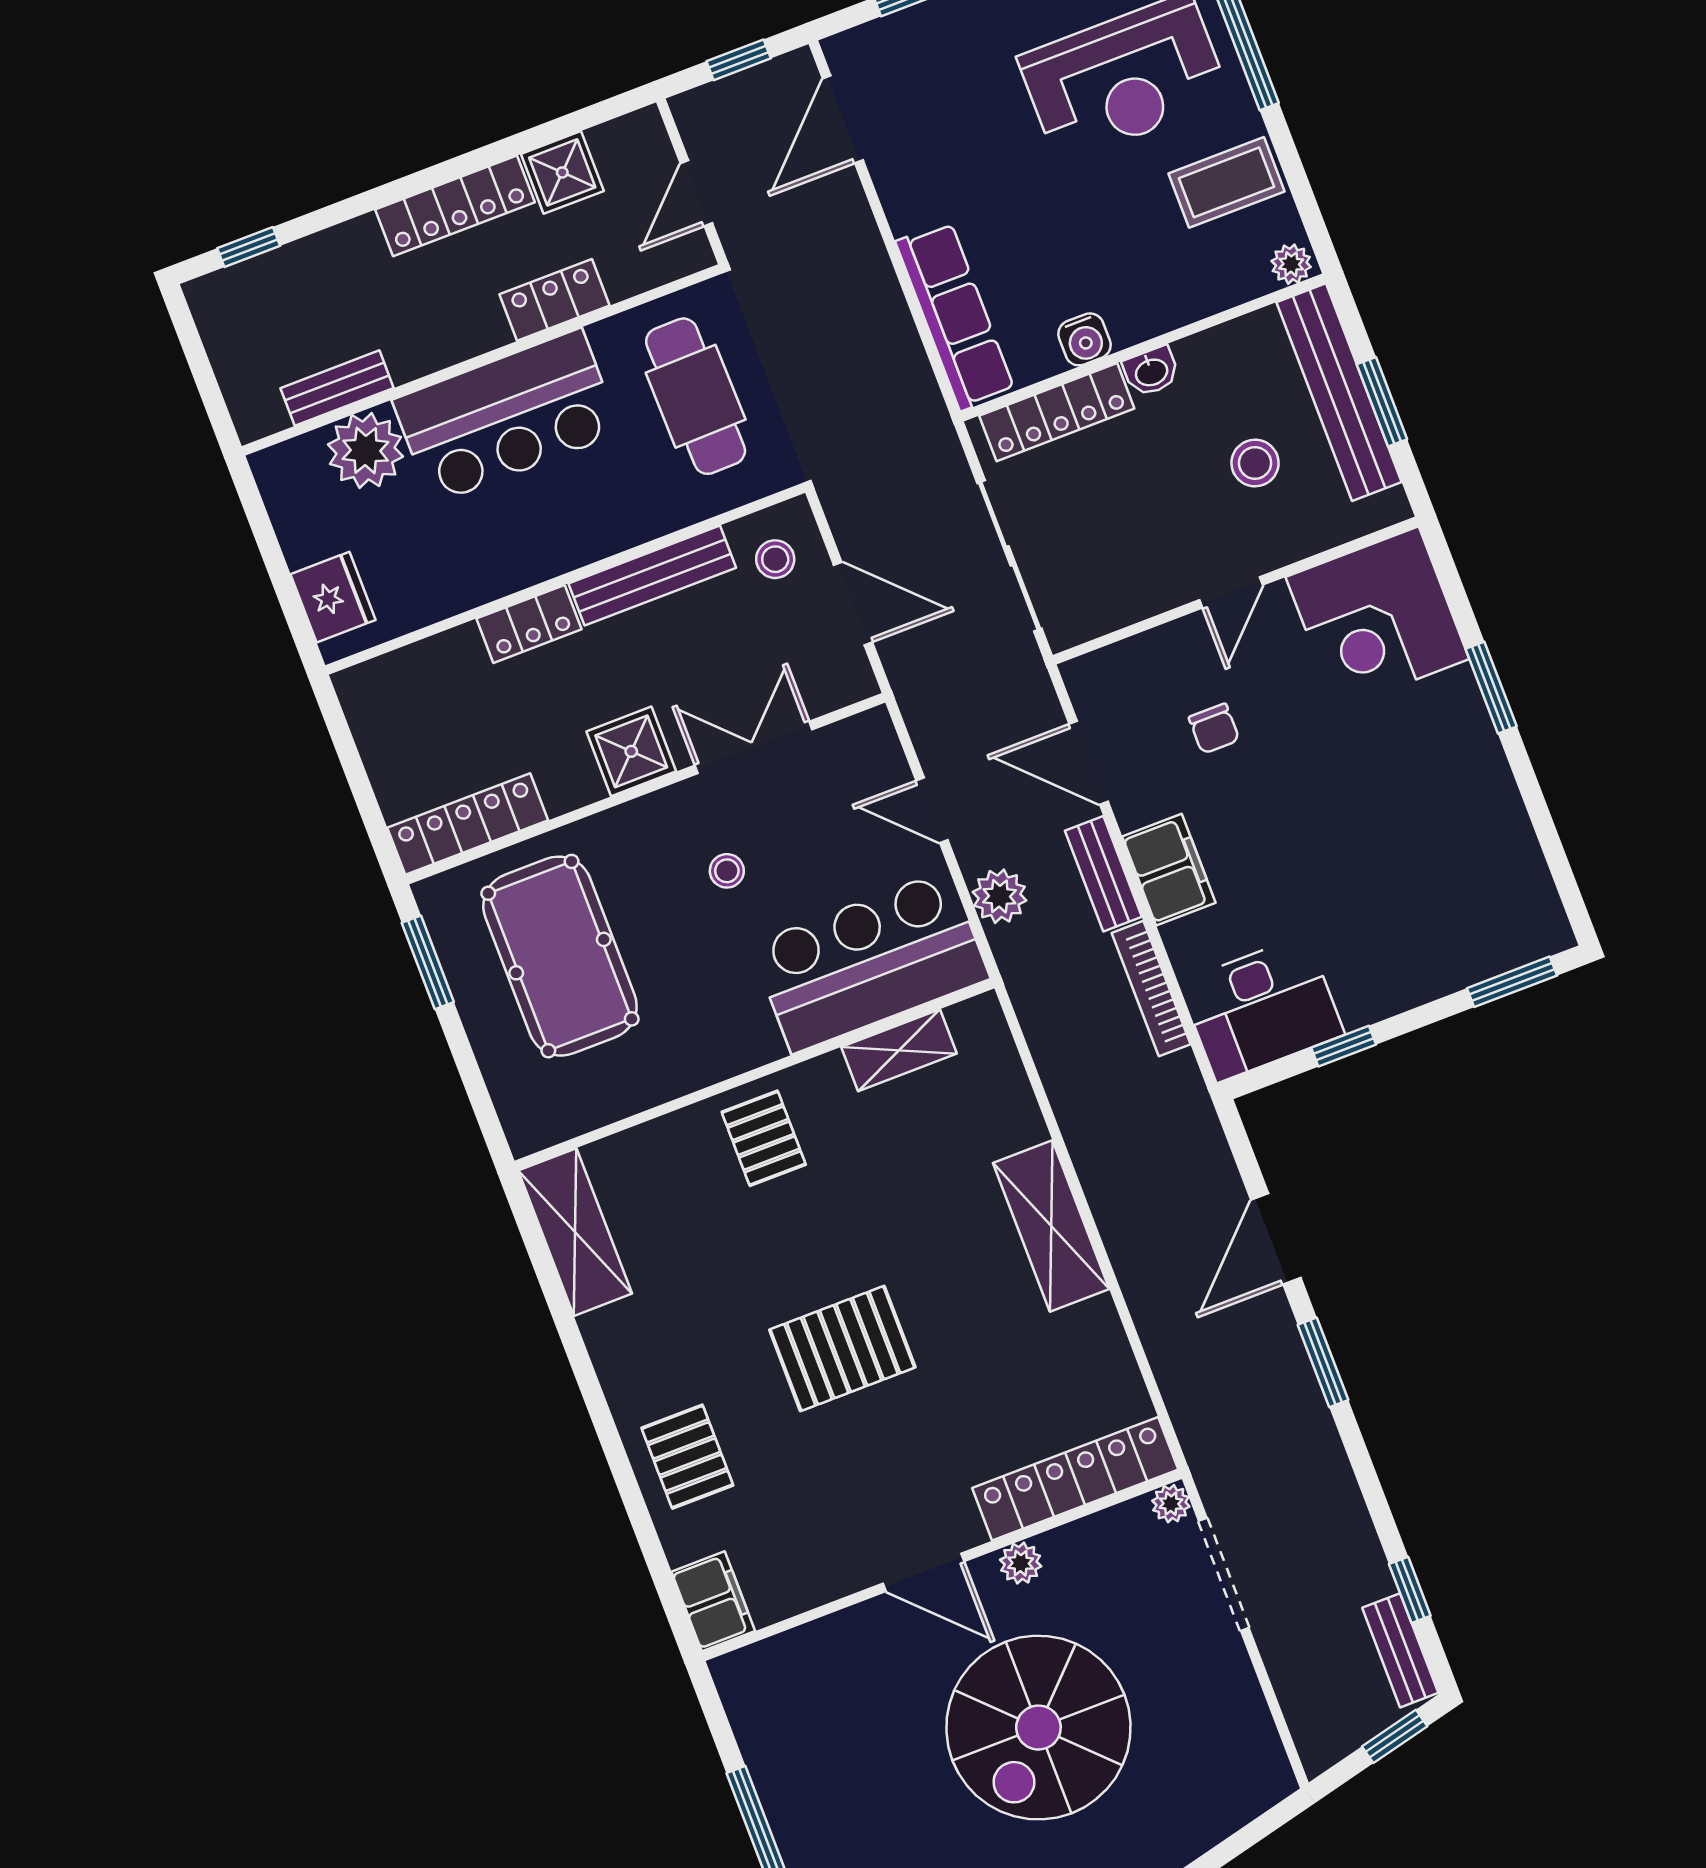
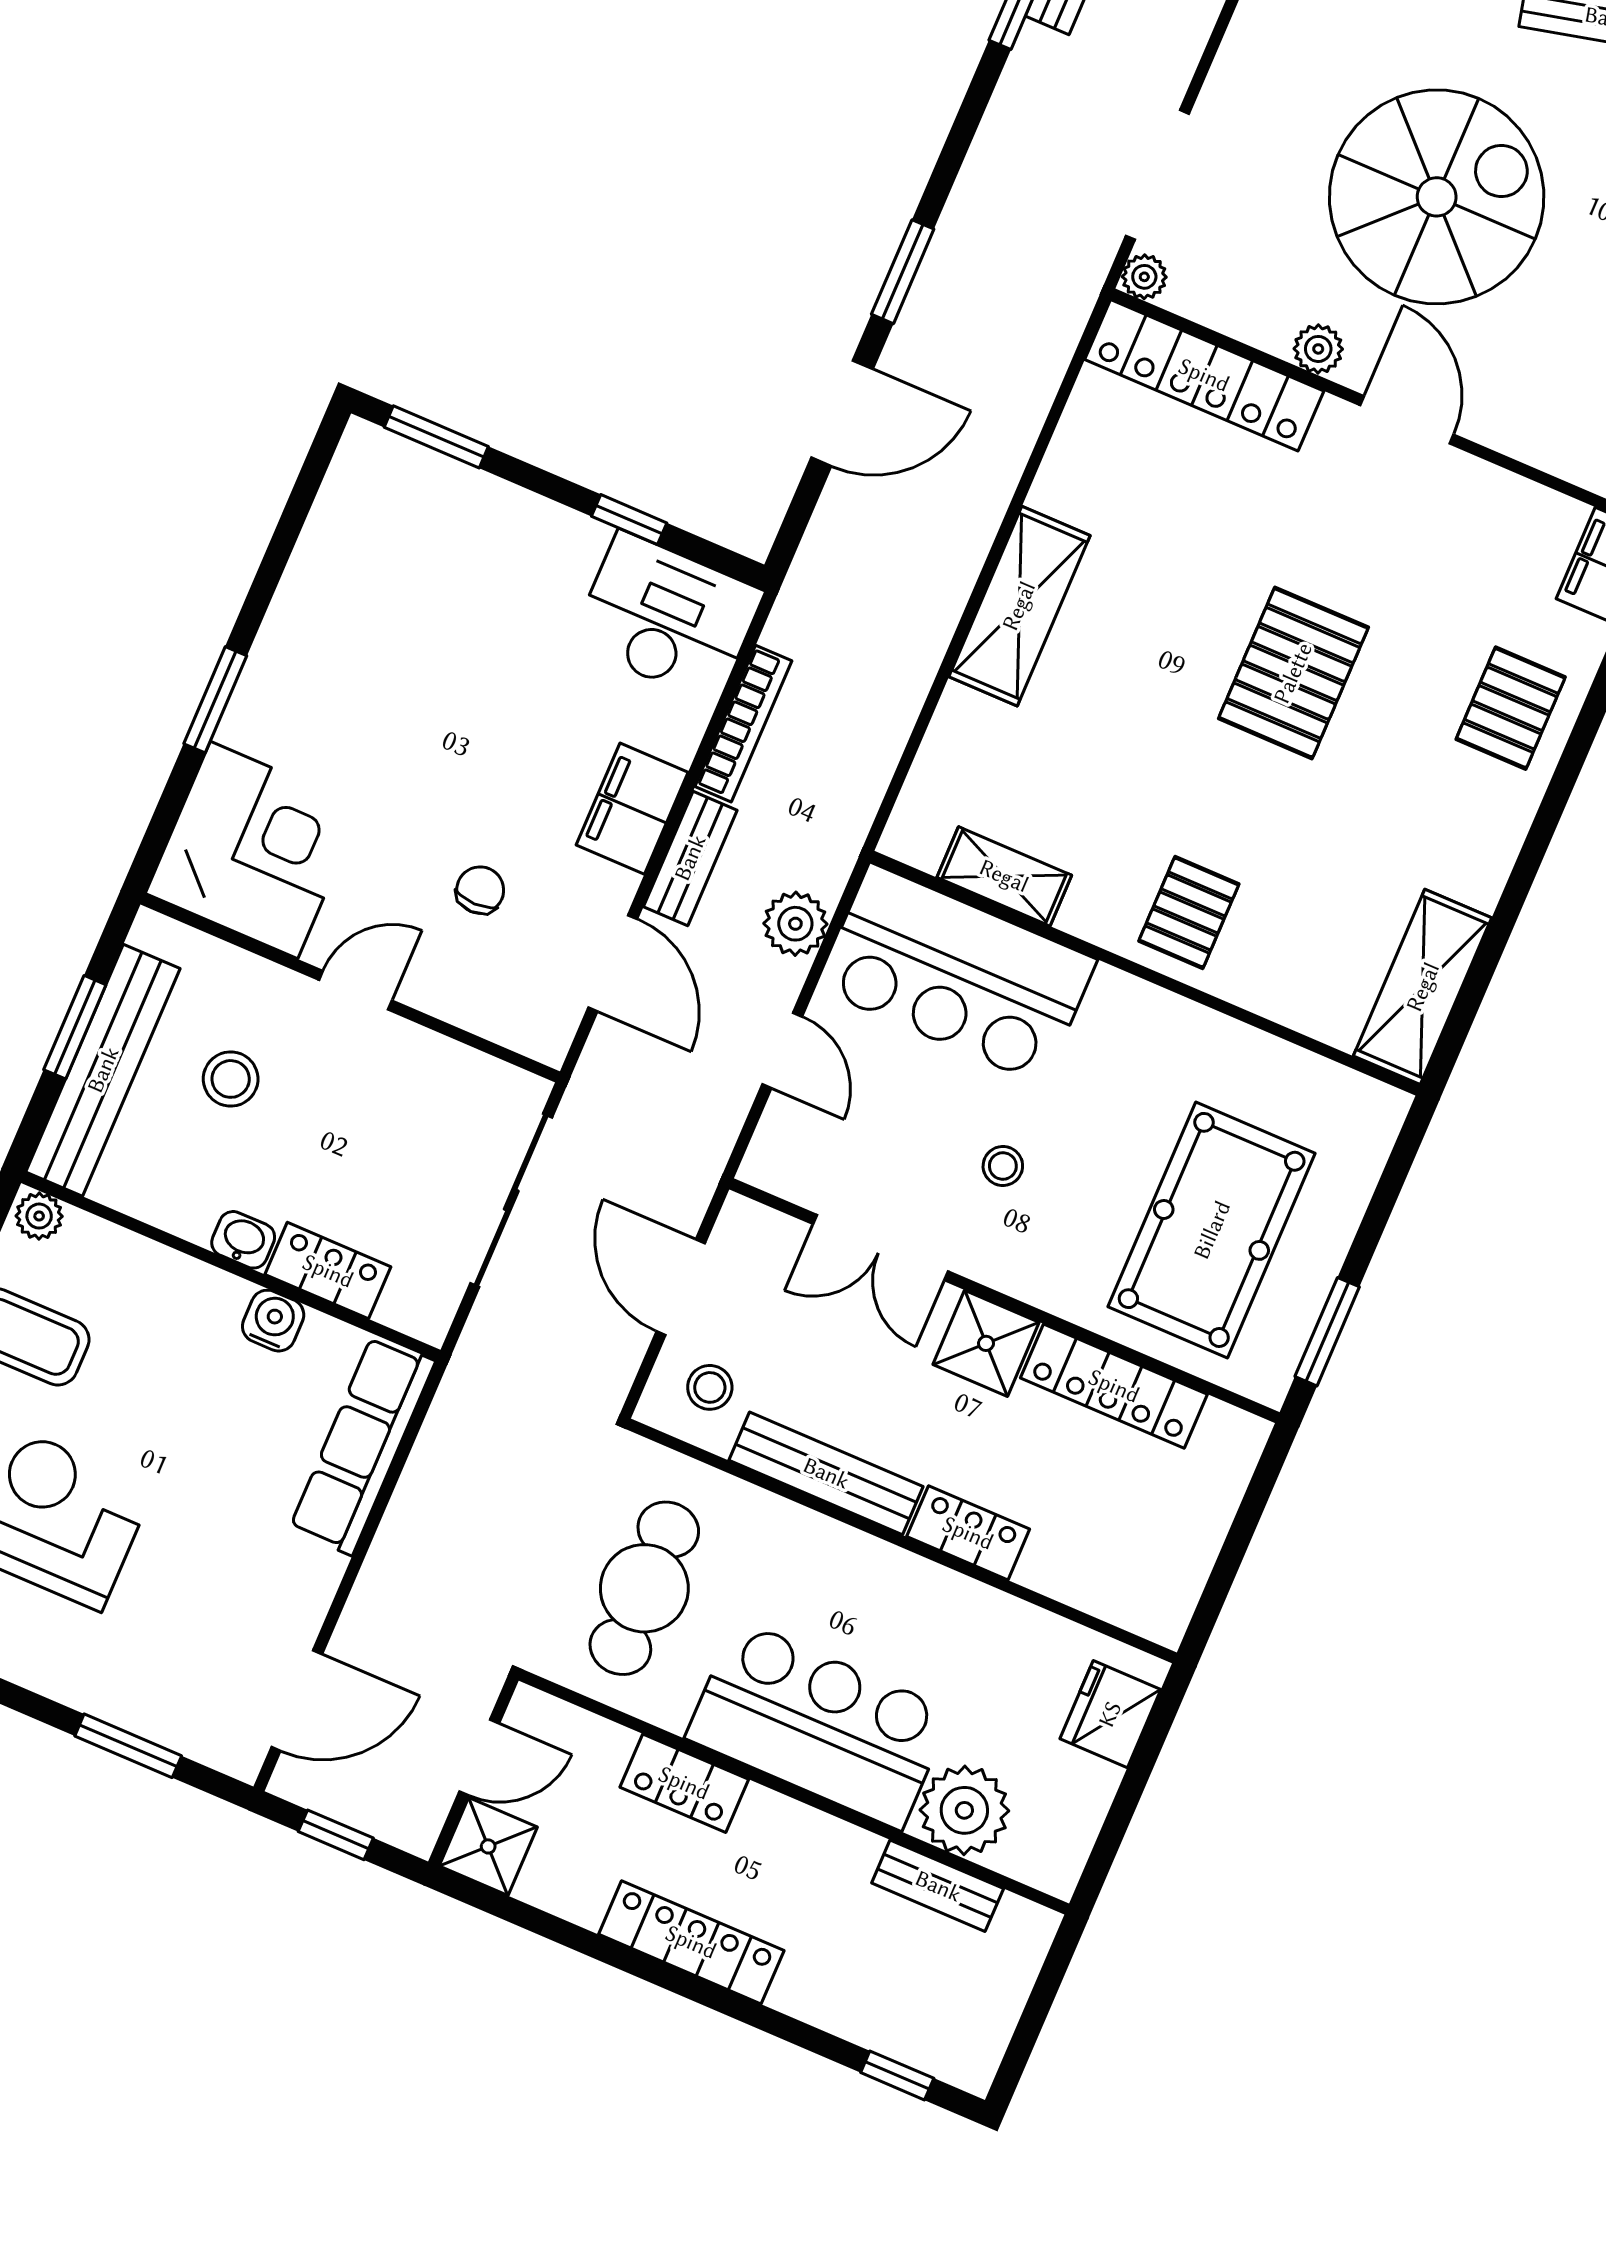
shower: (562, 172) -> (488, 1846), moved
locker: (1057, 412) -> (328, 1271), width x0.66
locker: (468, 824) -> (1114, 1386), moved
pallet: (842, 1348) -> (1293, 673), turned 90

